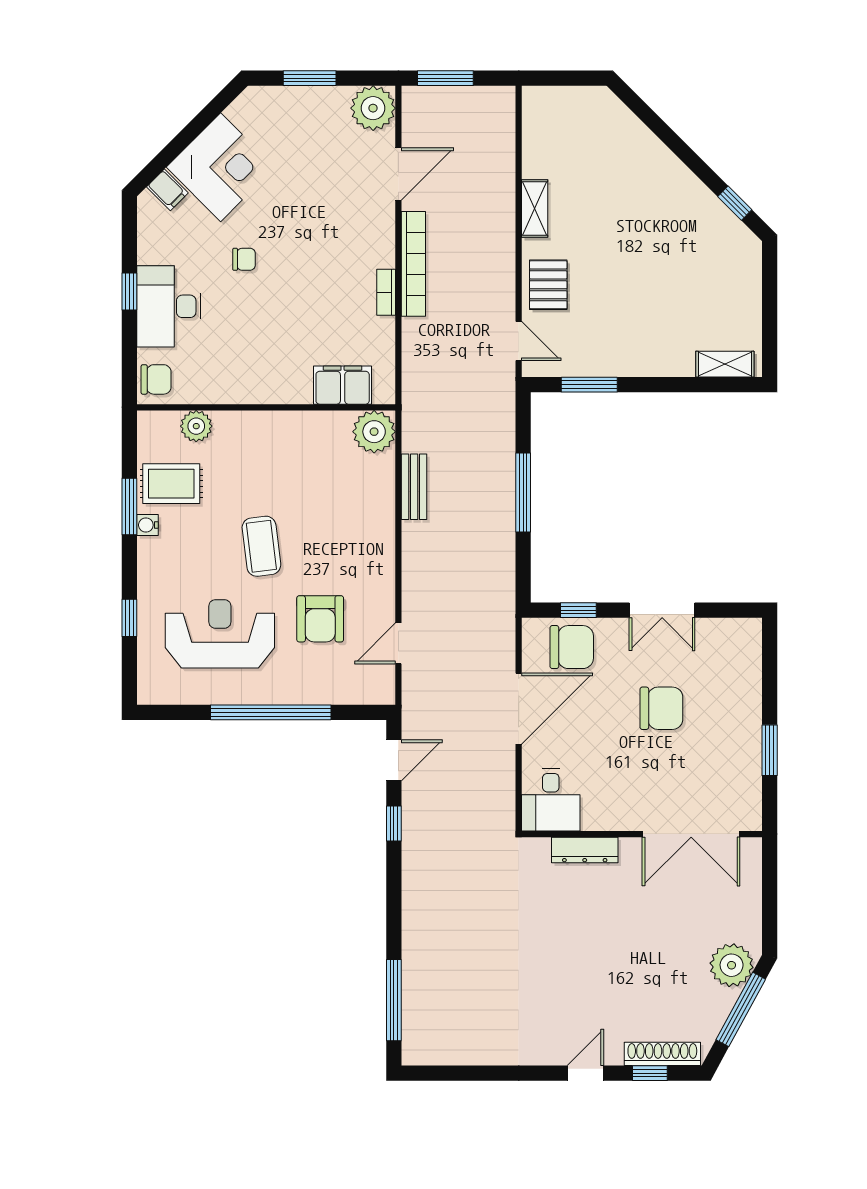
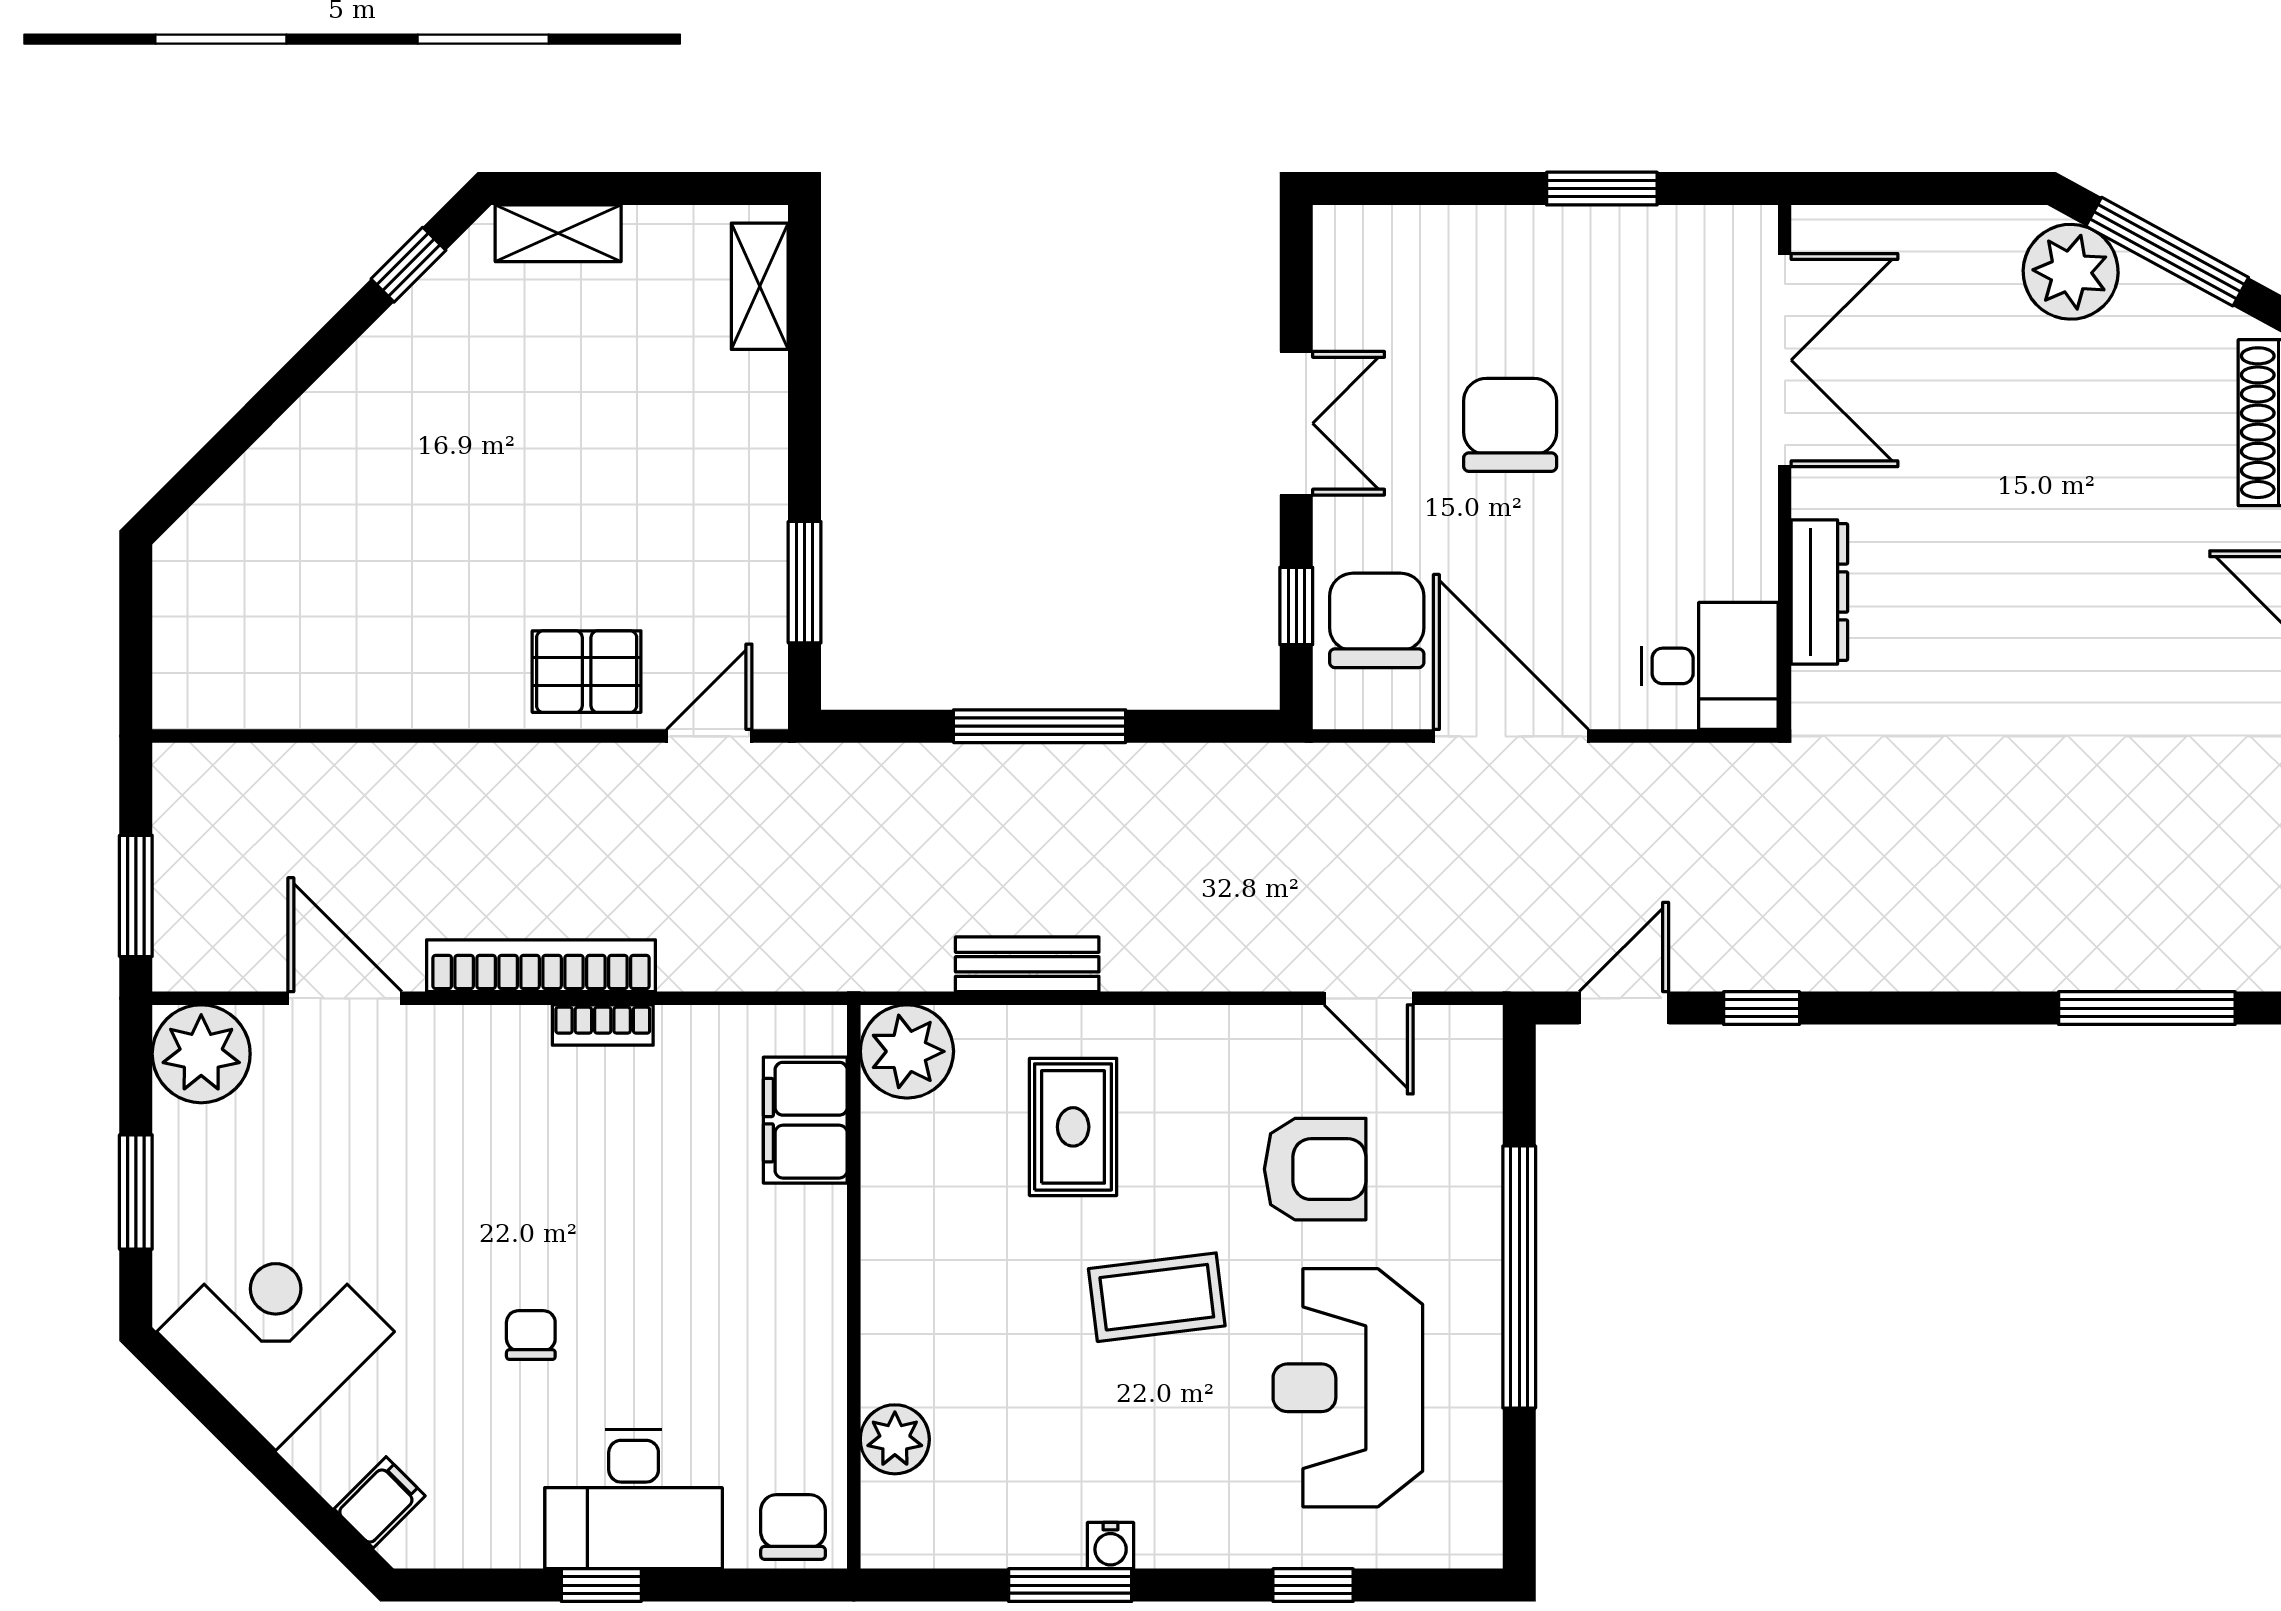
corner desk: (221, 167) -> (276, 1332), moved
shelving: (535, 208) -> (558, 233), moved
rug: (171, 484) -> (1073, 1127), moved
door: (394, 760) -> (1624, 1008), hinge flipped

